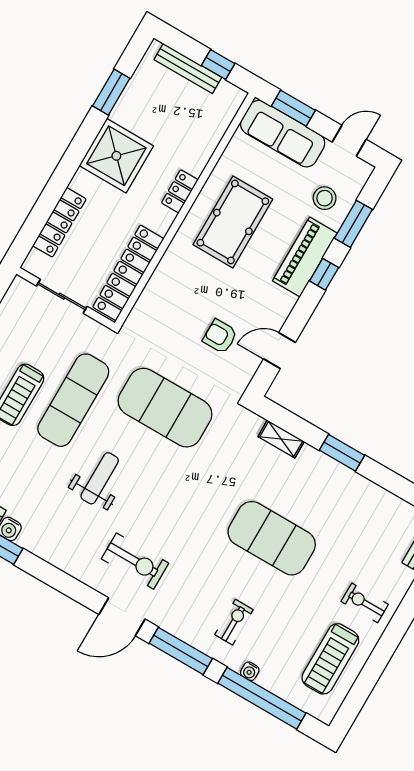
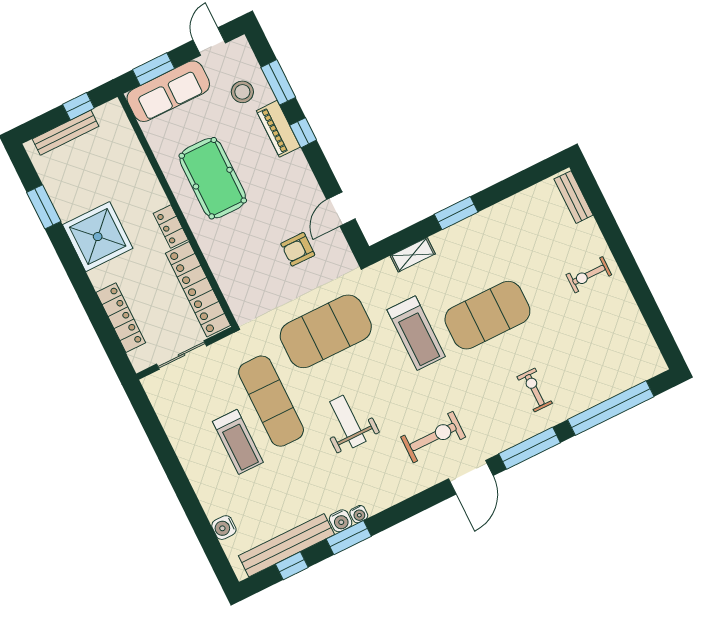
locker: (180, 191) -> (171, 226), moved
piano: (305, 257) -> (278, 129), width x0.73, depth x0.75
treadmill: (330, 659) -> (416, 333), moved
water cooler: (250, 671) -> (359, 514), moved

